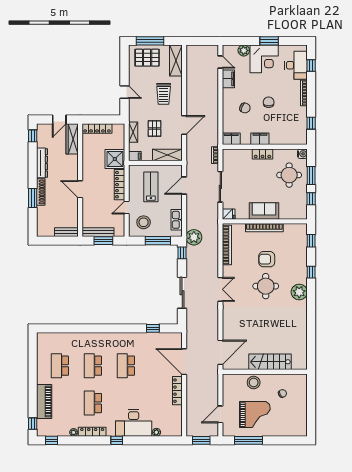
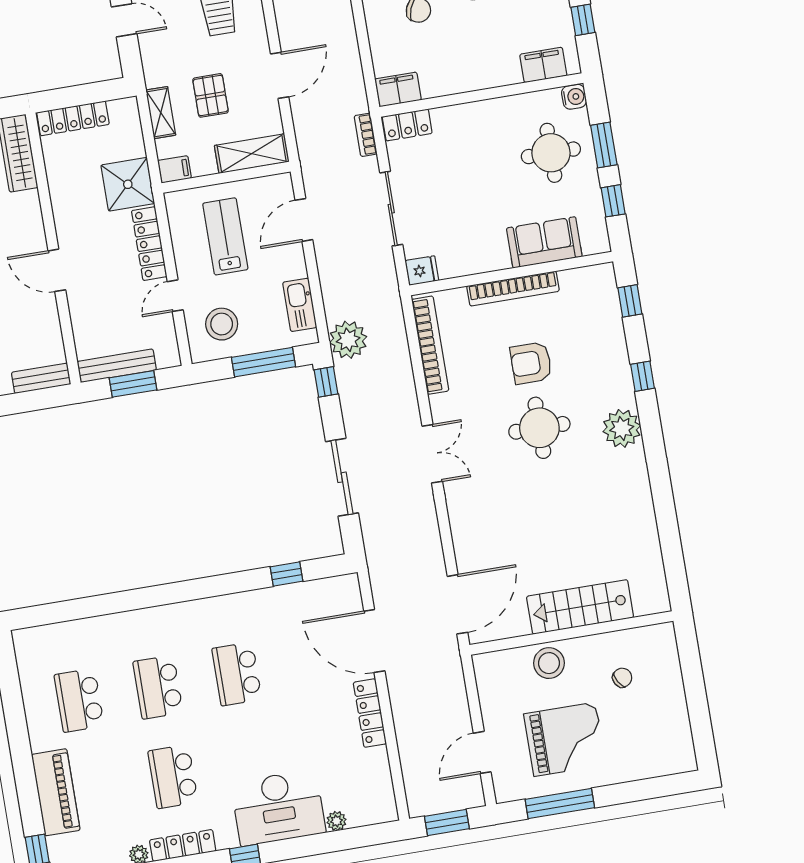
filing cabinet: (260, 139) -> (543, 65), moved
locker: (262, 154) -> (407, 125), moved
sofa: (264, 211) -> (544, 242), moved

